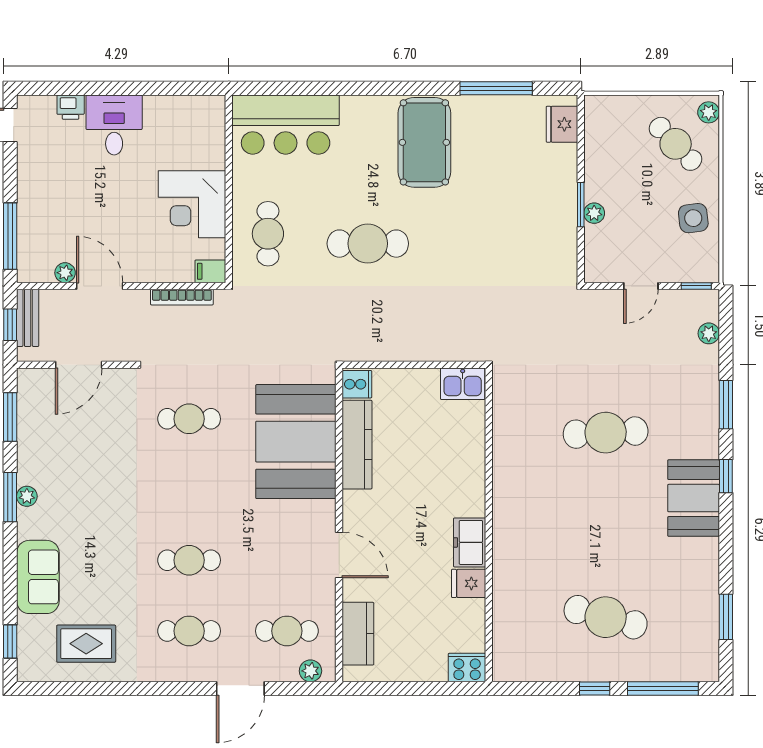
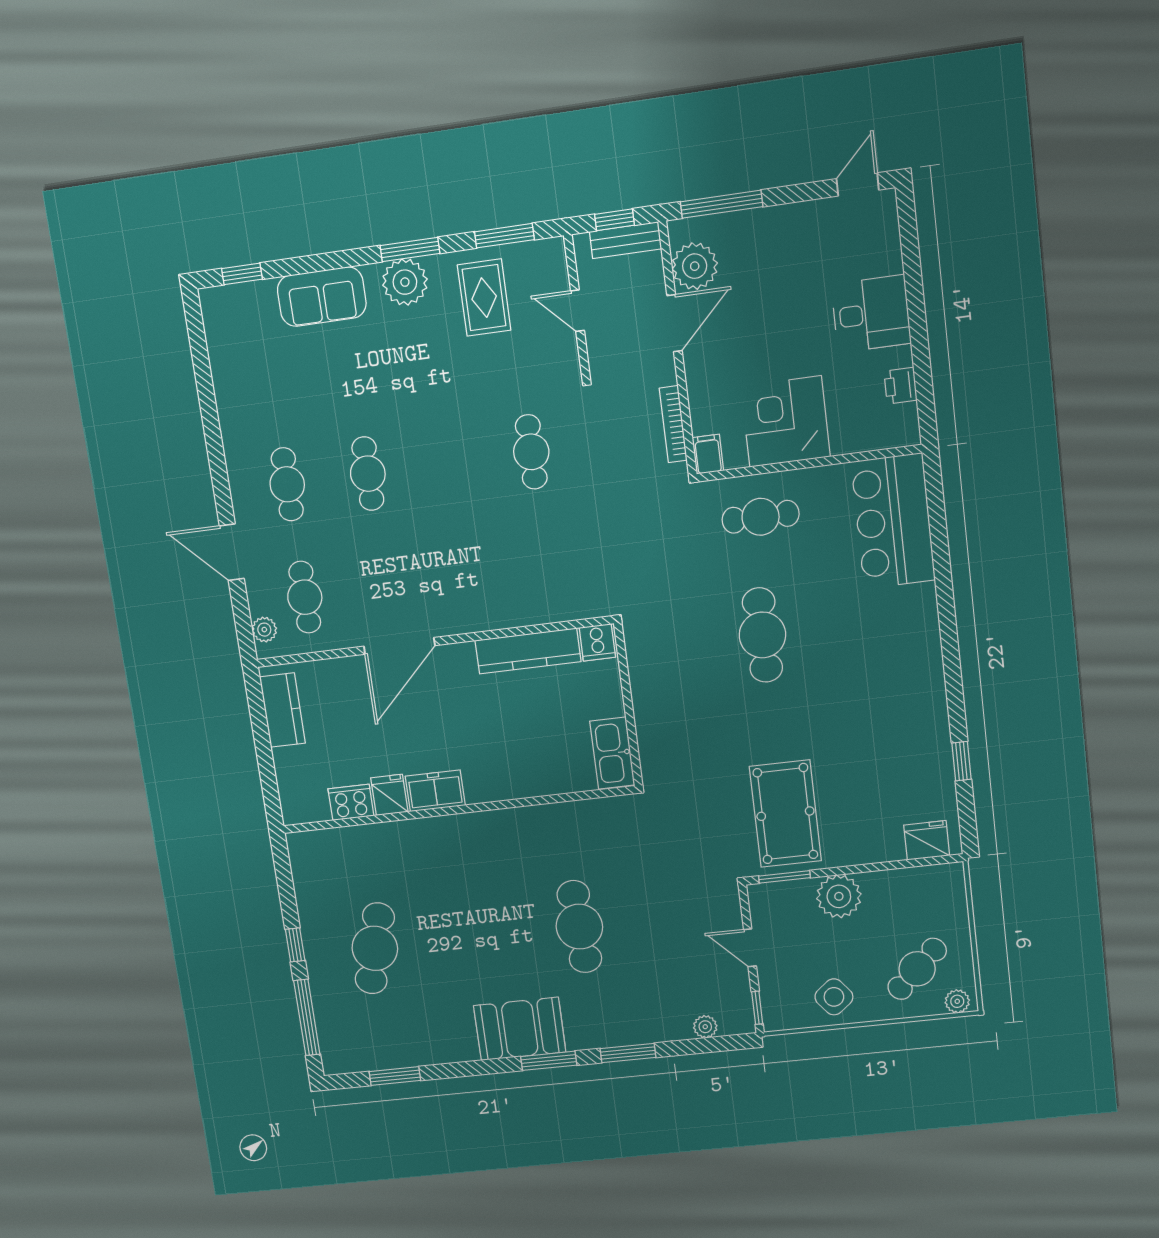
window: (496, 88) -> (961, 761), width x0.46
printer: (71, 107) -> (901, 386), moved
pool table: (424, 142) -> (785, 814), moved, turned 90
window: (581, 205) -> (785, 877), moved
plant: (594, 213) -> (839, 896), width x1.87, depth x1.87
side table: (693, 218) -> (834, 997), turned -32
plant: (65, 273) -> (695, 266), width x1.87, depth x1.87
door: (79, 365) -> (577, 311), width x0.73
kitchen sink: (463, 384) -> (612, 753), width x1.38
booth: (296, 442) -> (522, 580), removed
window: (726, 476) -> (549, 1061), width x1.50
plant: (27, 496) -> (405, 282), width x1.87, depth x1.87
door: (339, 555) -> (399, 646), width x1.36
kitchen counter: (358, 634) -> (282, 710), moved, turned -90
rug: (86, 644) -> (484, 298), moved
cooker: (467, 668) -> (351, 802), moved, turned -90

